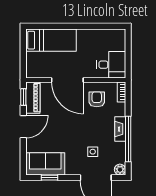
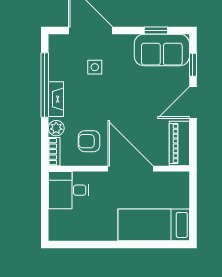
window: (23, 97) -> (193, 65), moved
armchair: (97, 99) -> (89, 141), turned 90
plant: (120, 170) -> (56, 128), moved

